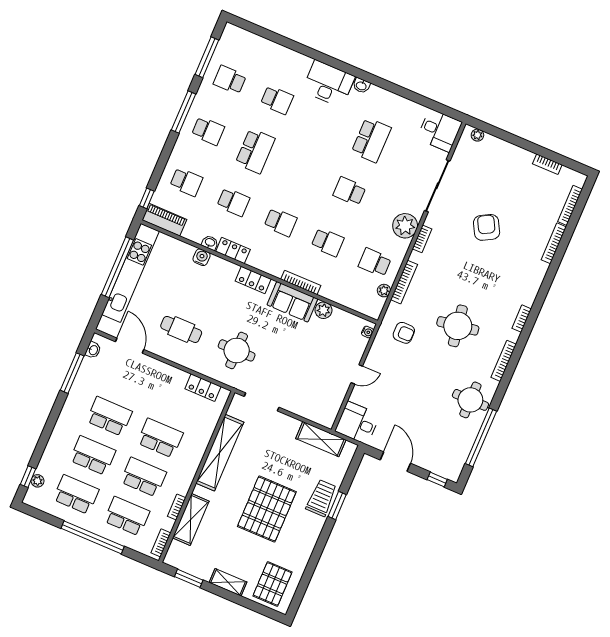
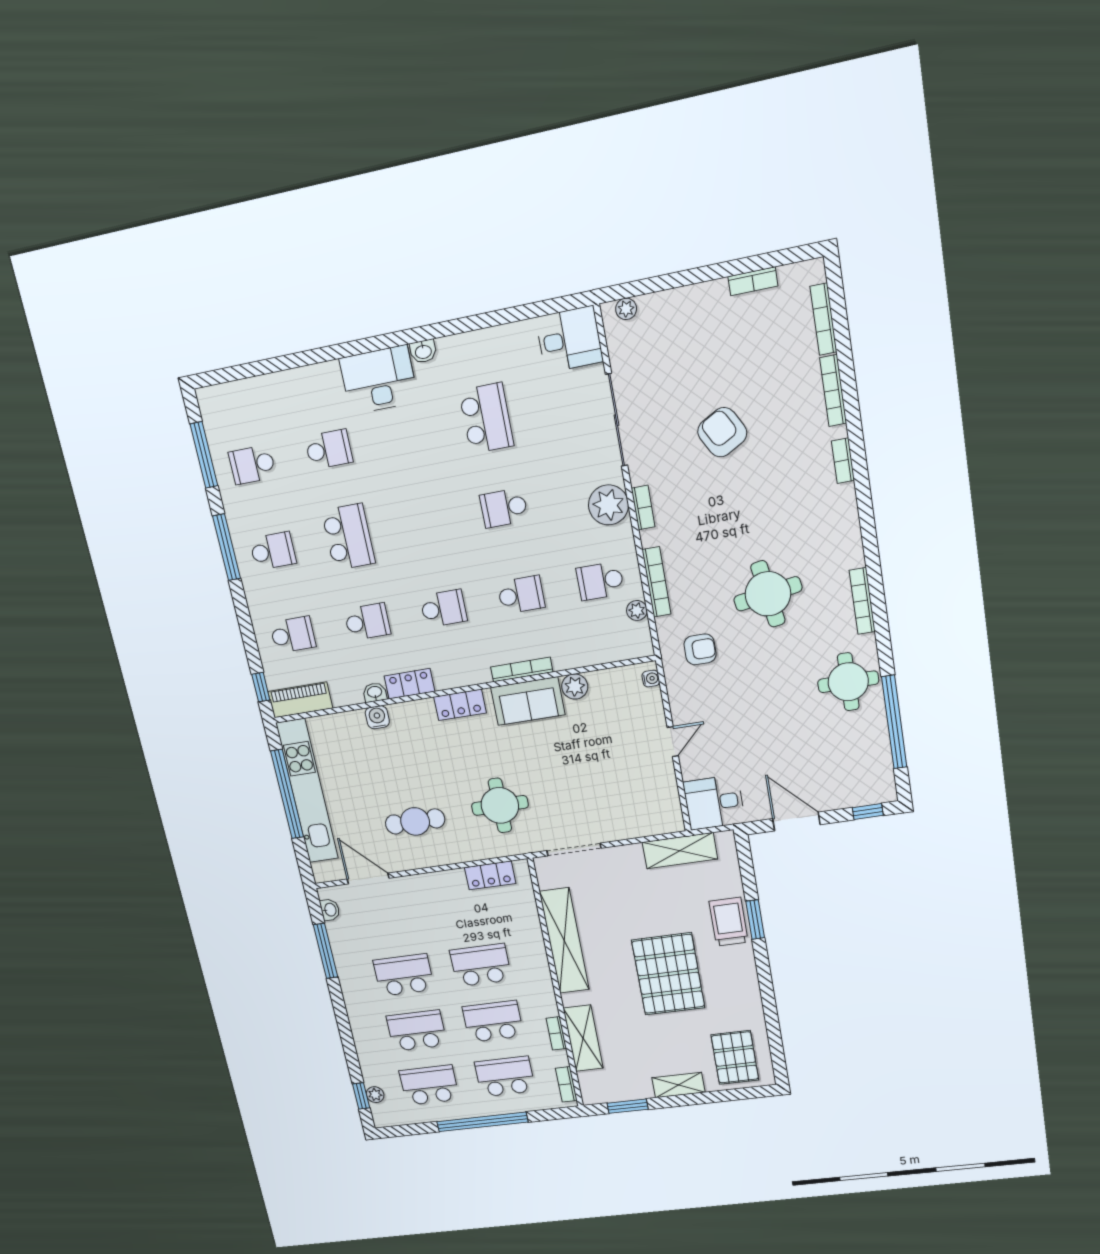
bookcase: (522, 319) -> (843, 461), moved

